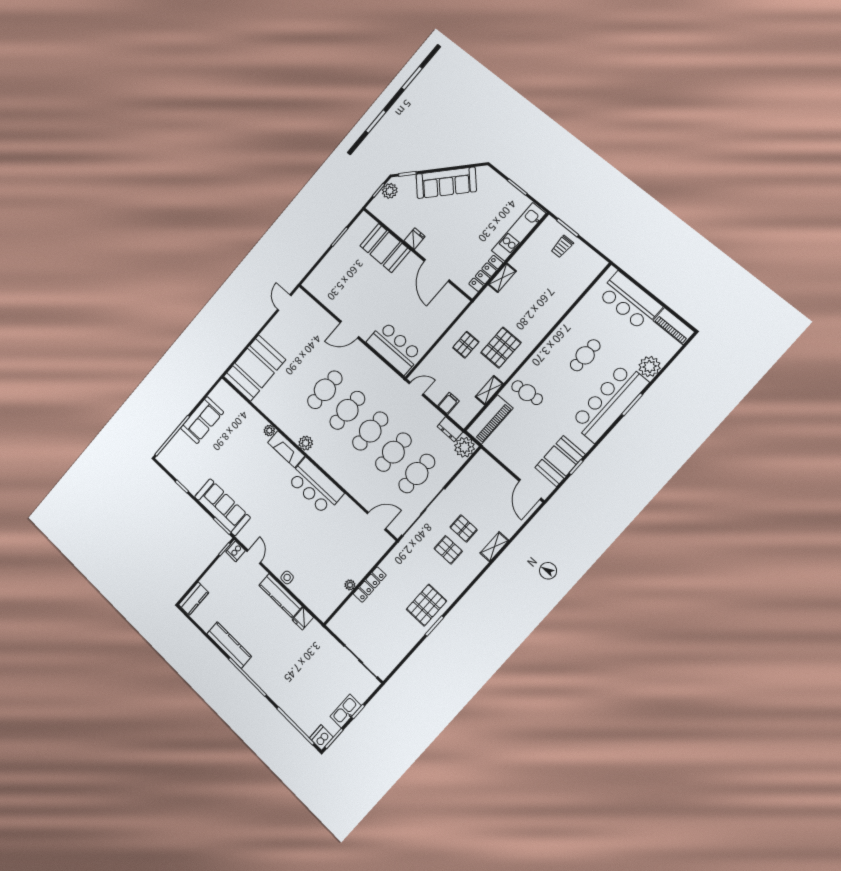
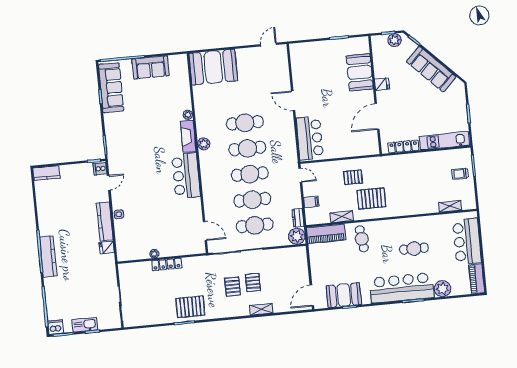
shelving: (502, 278) -> (450, 206), moved
sofa: (222, 507) -> (111, 88), moved
kitchen counter: (229, 645) -> (48, 256), moved

